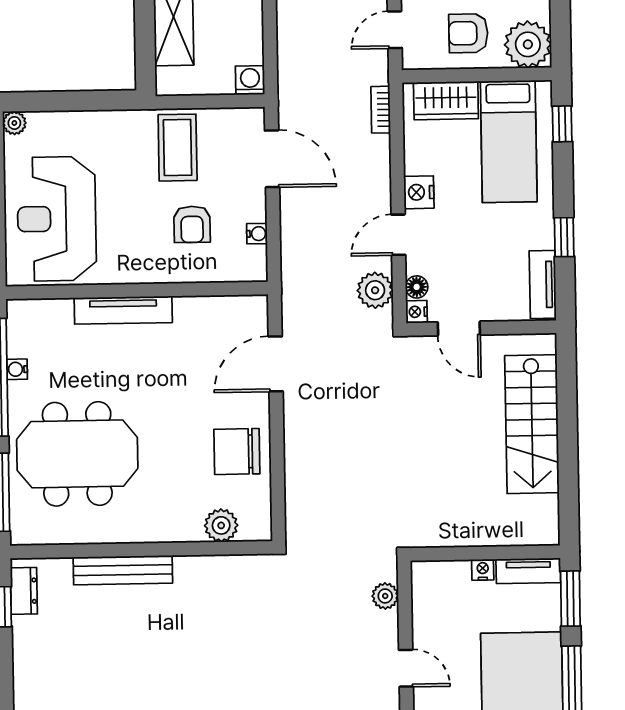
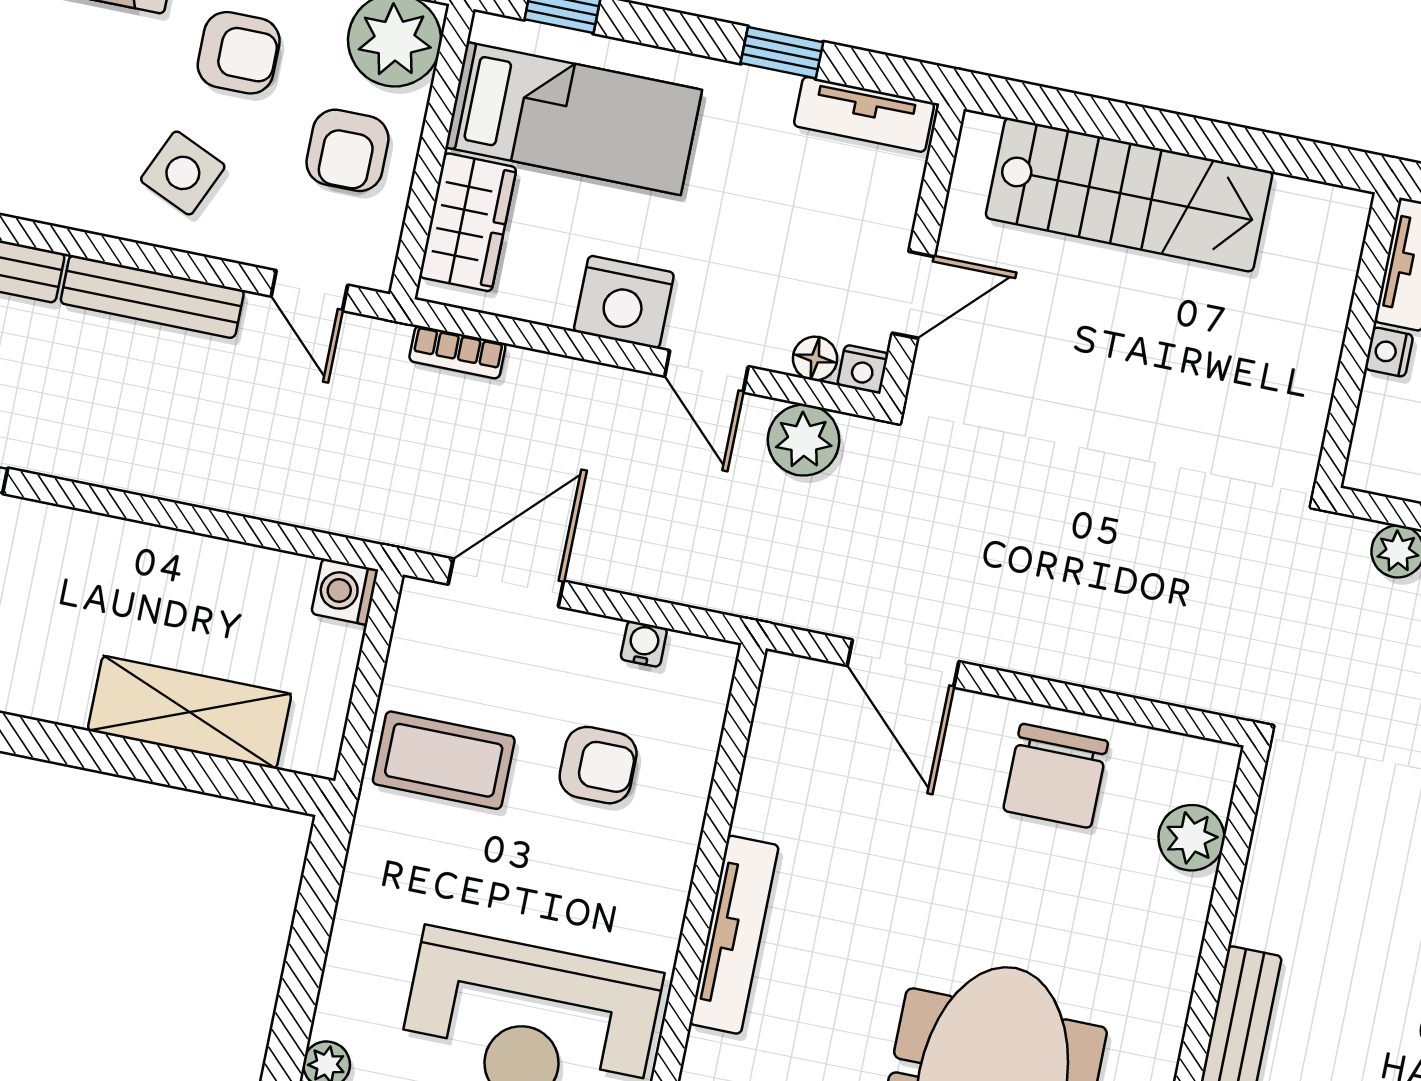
nightstand: (419, 192) -> (624, 302), width x1.36, depth x1.33

